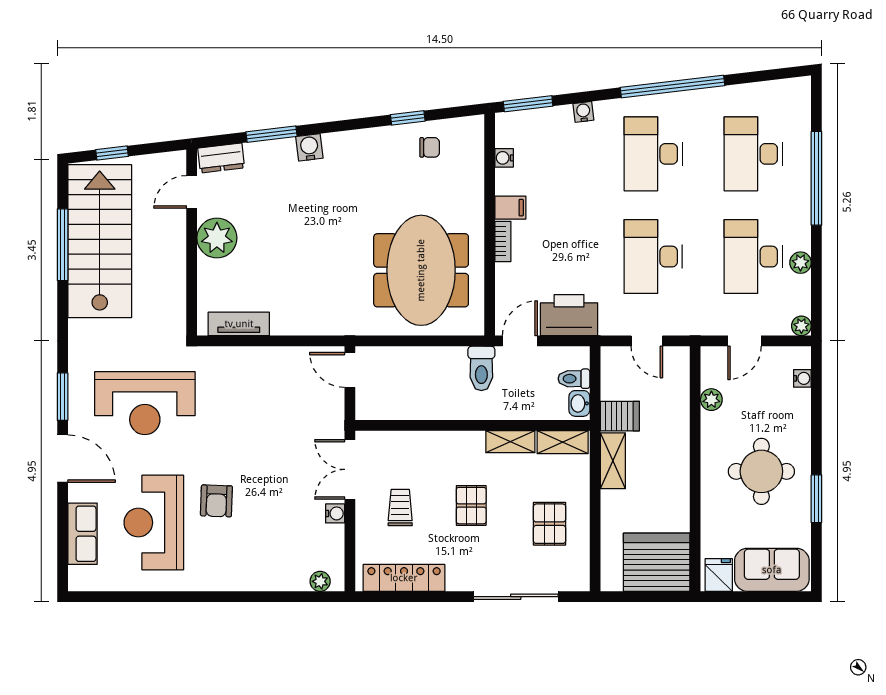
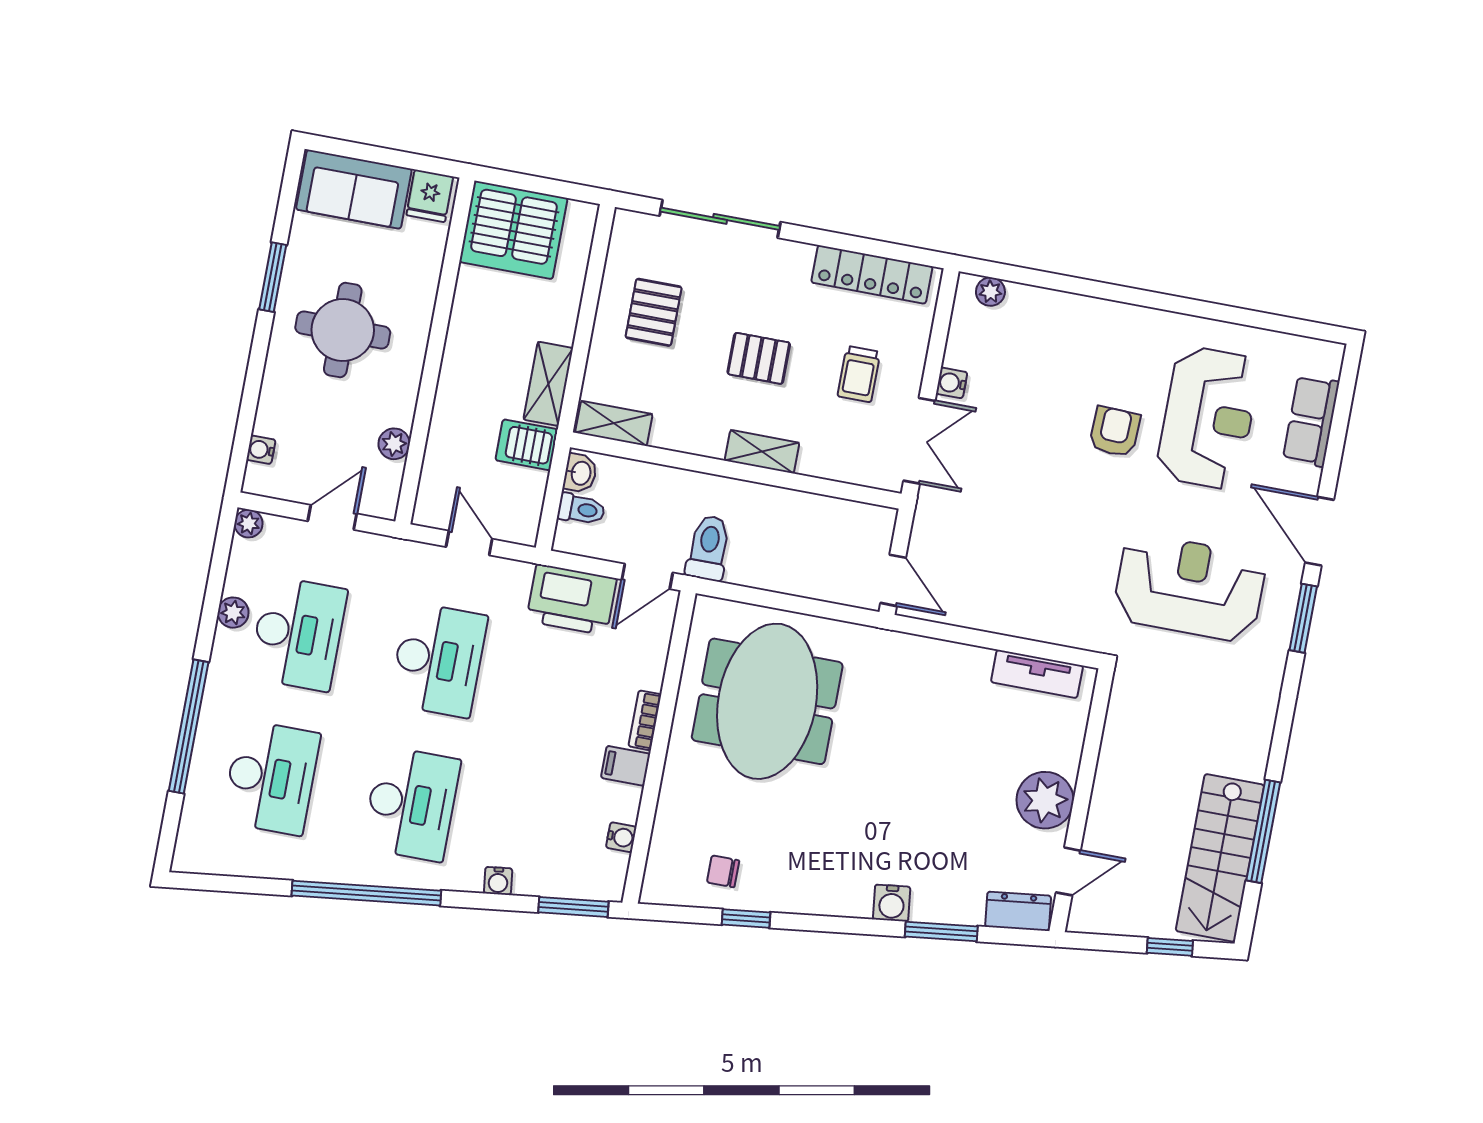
stairs: (100, 241) -> (1220, 858), width x0.73, depth x0.66
shelving: (510, 442) -> (762, 452), moved
pallet: (471, 506) -> (759, 358), turned 90

